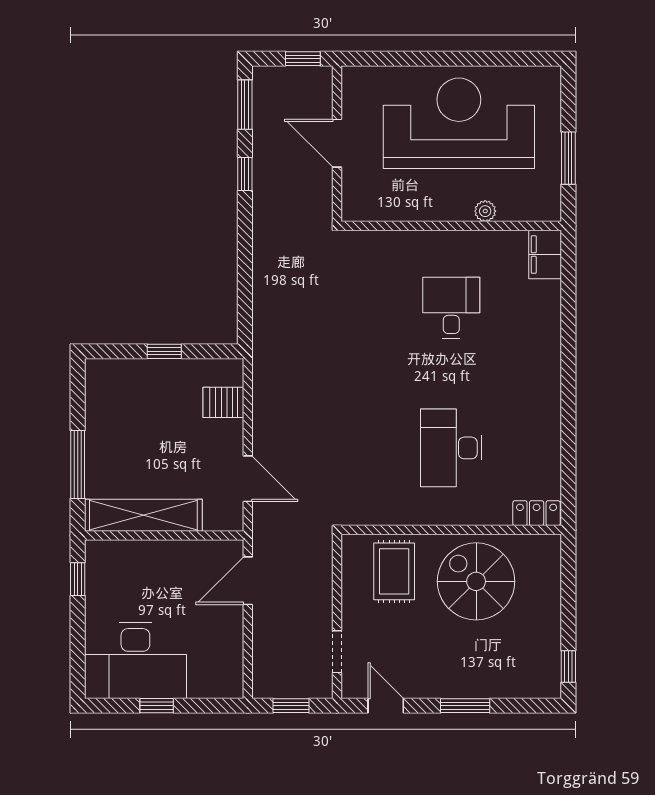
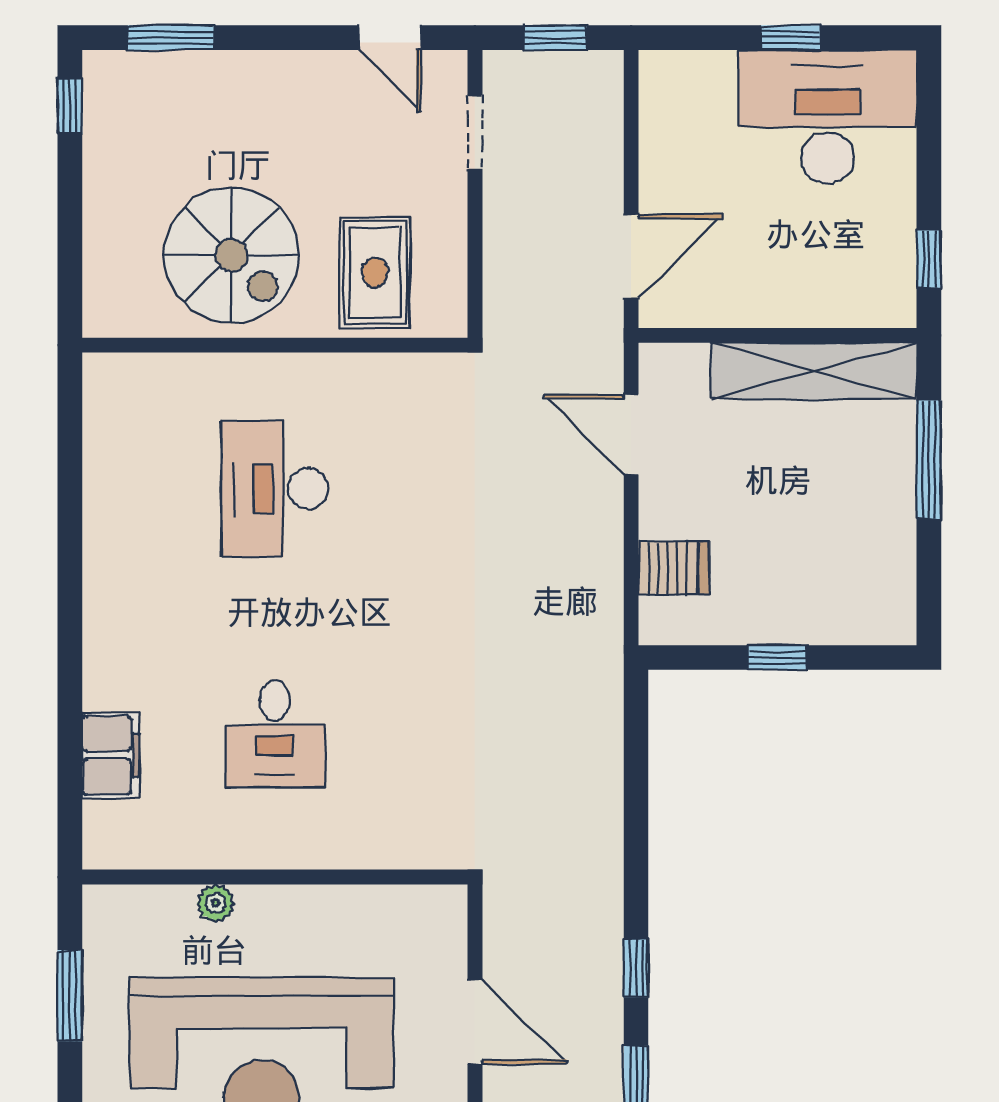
filing cabinet: (545, 255) -> (111, 755), moved
desk: (451, 448) -> (275, 489), turned 180
locker: (537, 513) -> (126, 374), removed
window: (465, 706) -> (171, 38), moved

